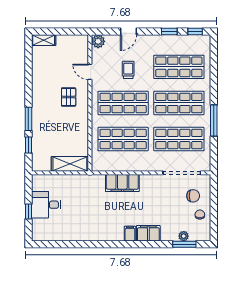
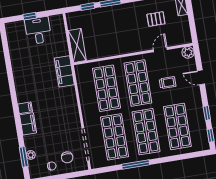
pallet: (69, 97) -> (156, 19), moved
filing cabinet: (122, 183) -> (64, 71), moved

